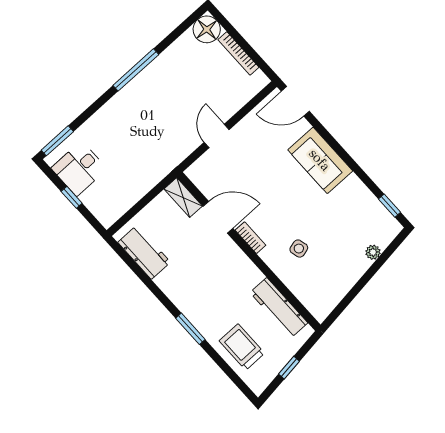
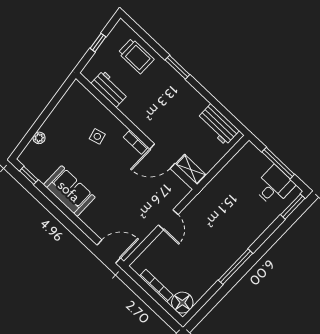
sofa: (320, 160) -> (69, 191), moved
window: (72, 197) -> (278, 163), width x2.17
workbench: (279, 308) -> (109, 89), width x0.73

